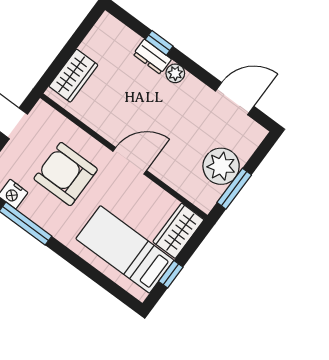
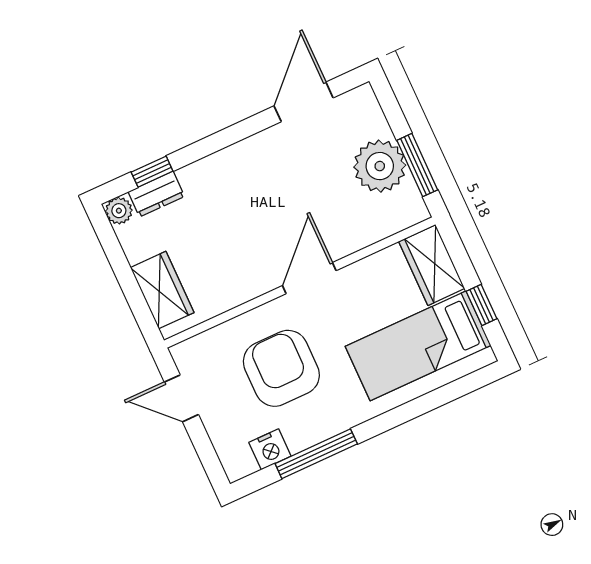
window: (159, 43) -> (152, 172), moved
dresser: (152, 57) -> (156, 194), moved
plant: (175, 73) -> (119, 211), moved
armchair: (66, 174) -> (281, 368), turned 90

